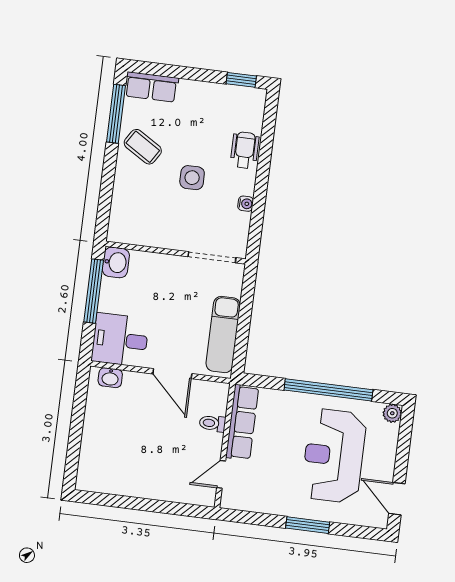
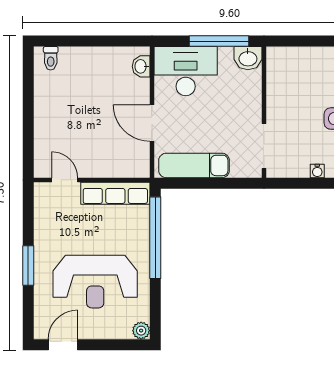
desk: (120, 340) -> (186, 71), width x1.37
door: (172, 374) -> (152, 123), hinge flipped
window: (328, 390) -> (155, 238), moved
toilet: (212, 423) -> (51, 58), moved, turned 180
reception desk: (334, 456) -> (95, 282), turned 180

